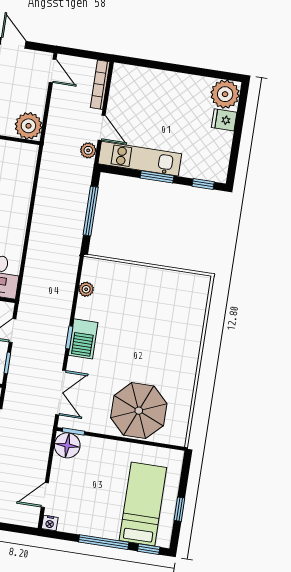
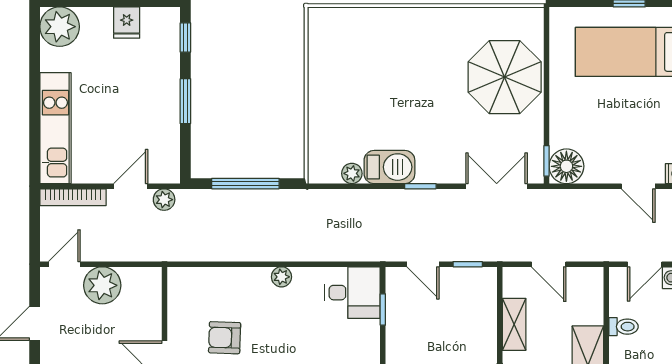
fridge: (224, 120) -> (127, 23), moved
plant: (28, 126) -> (102, 285), moved
kitchen unit: (140, 159) -> (55, 128), moved, turned 180
plant: (19, 227) -> (281, 277), added
barbecue: (83, 339) -> (389, 167), moved

